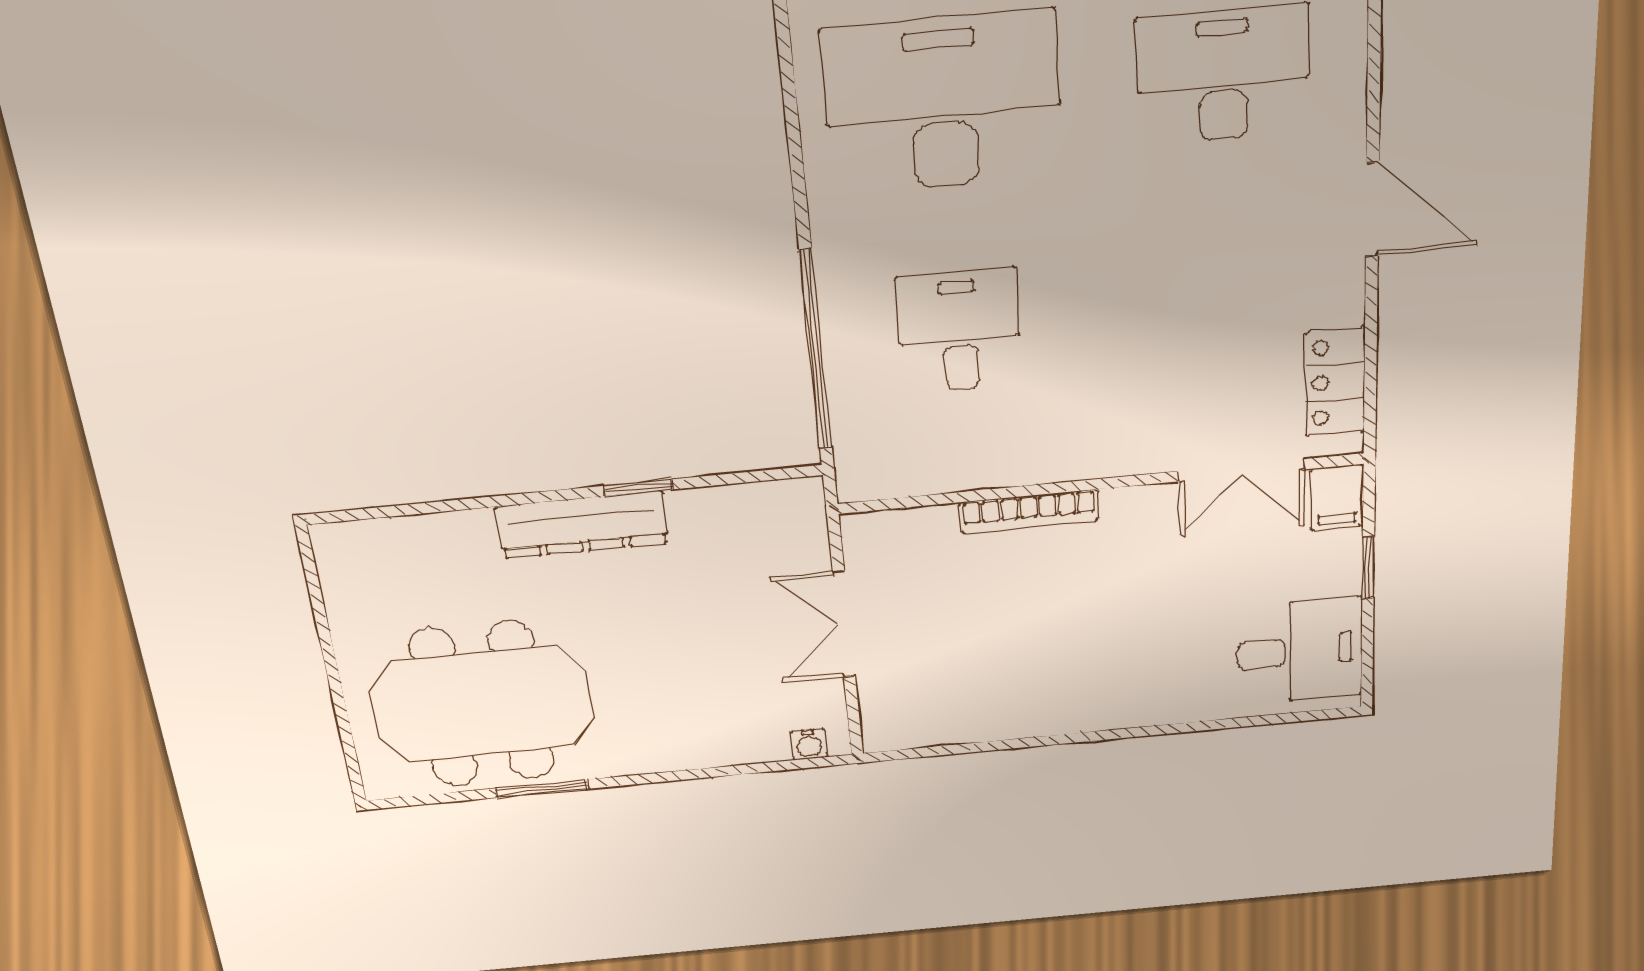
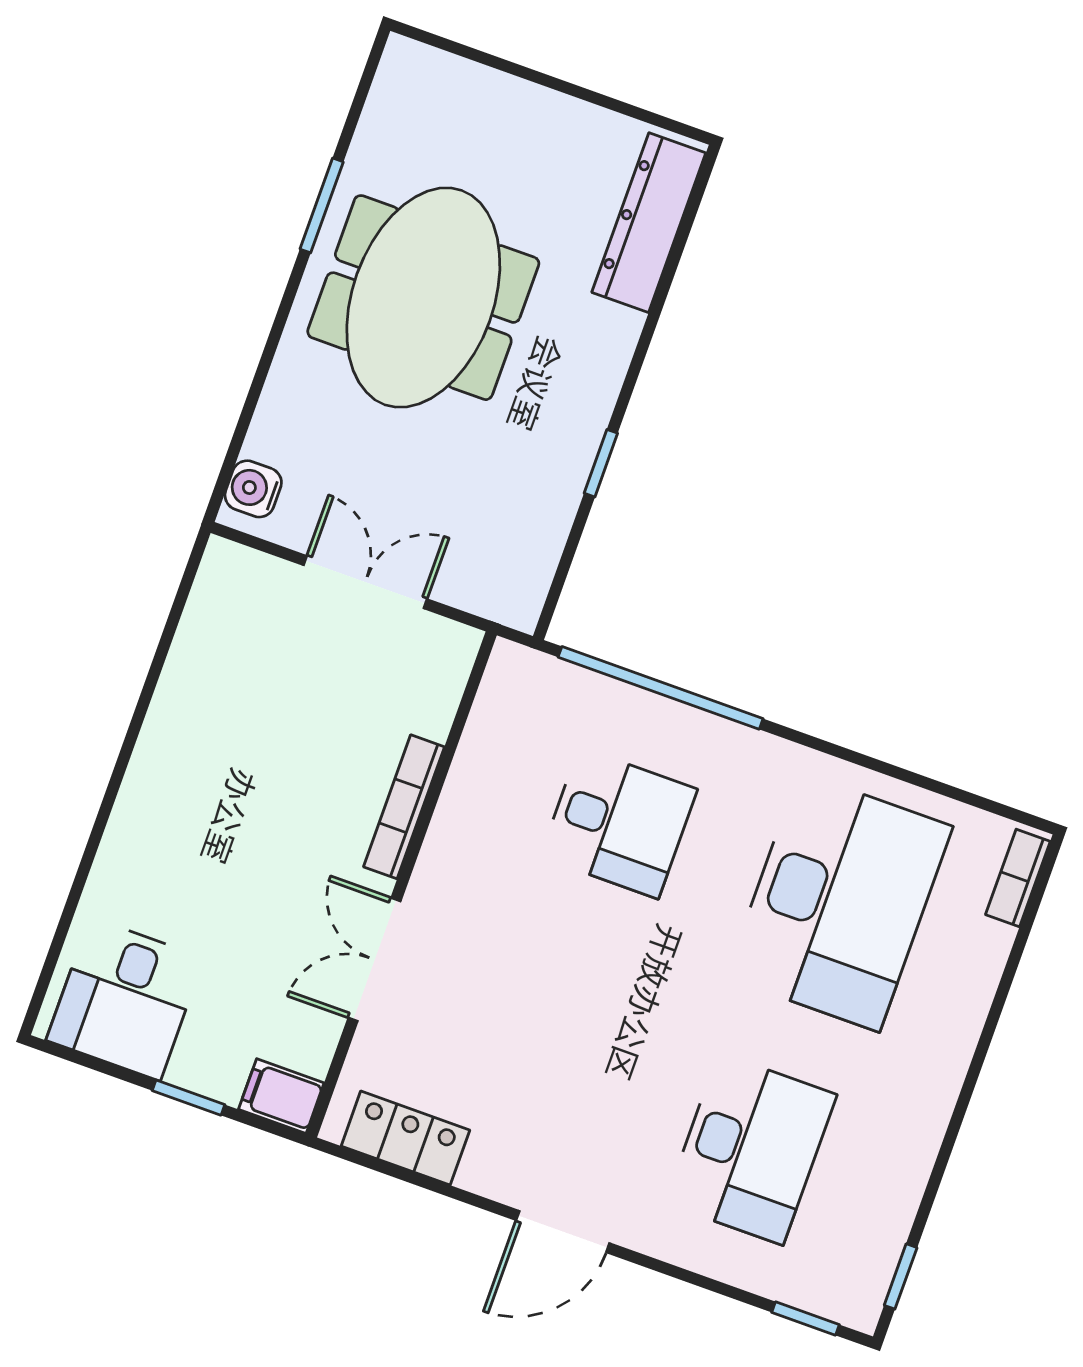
double door: (1241, 470) -> (374, 959), moved
dresser: (582, 525) -> (649, 223), moved
meeting table: (482, 704) -> (423, 298), moved
water cooler: (809, 744) -> (253, 489), width x1.38, depth x1.38

